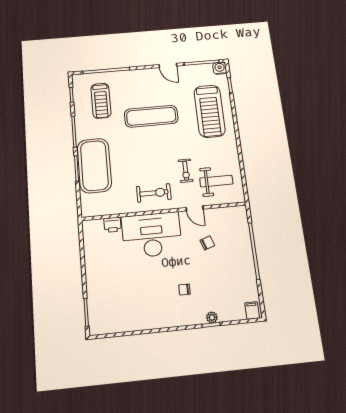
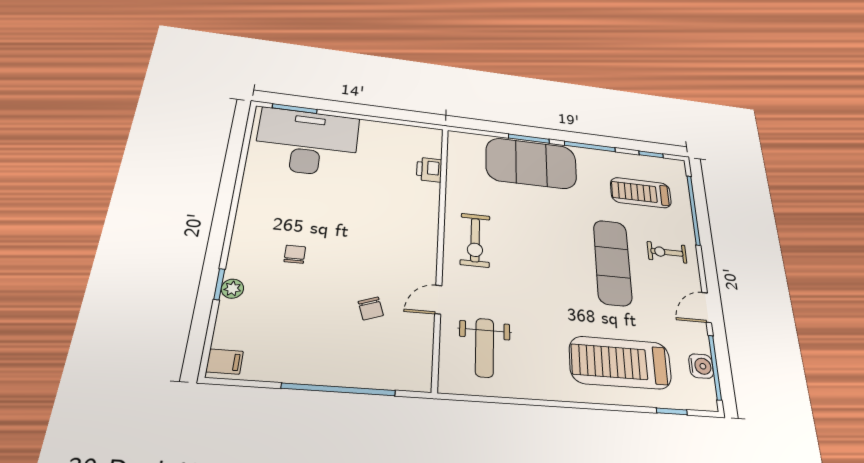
water cooler: (220, 68) -> (701, 366), moved
exercise bike: (186, 171) -> (667, 252), moved
desk: (152, 235) -> (307, 142), moved, turned -90

